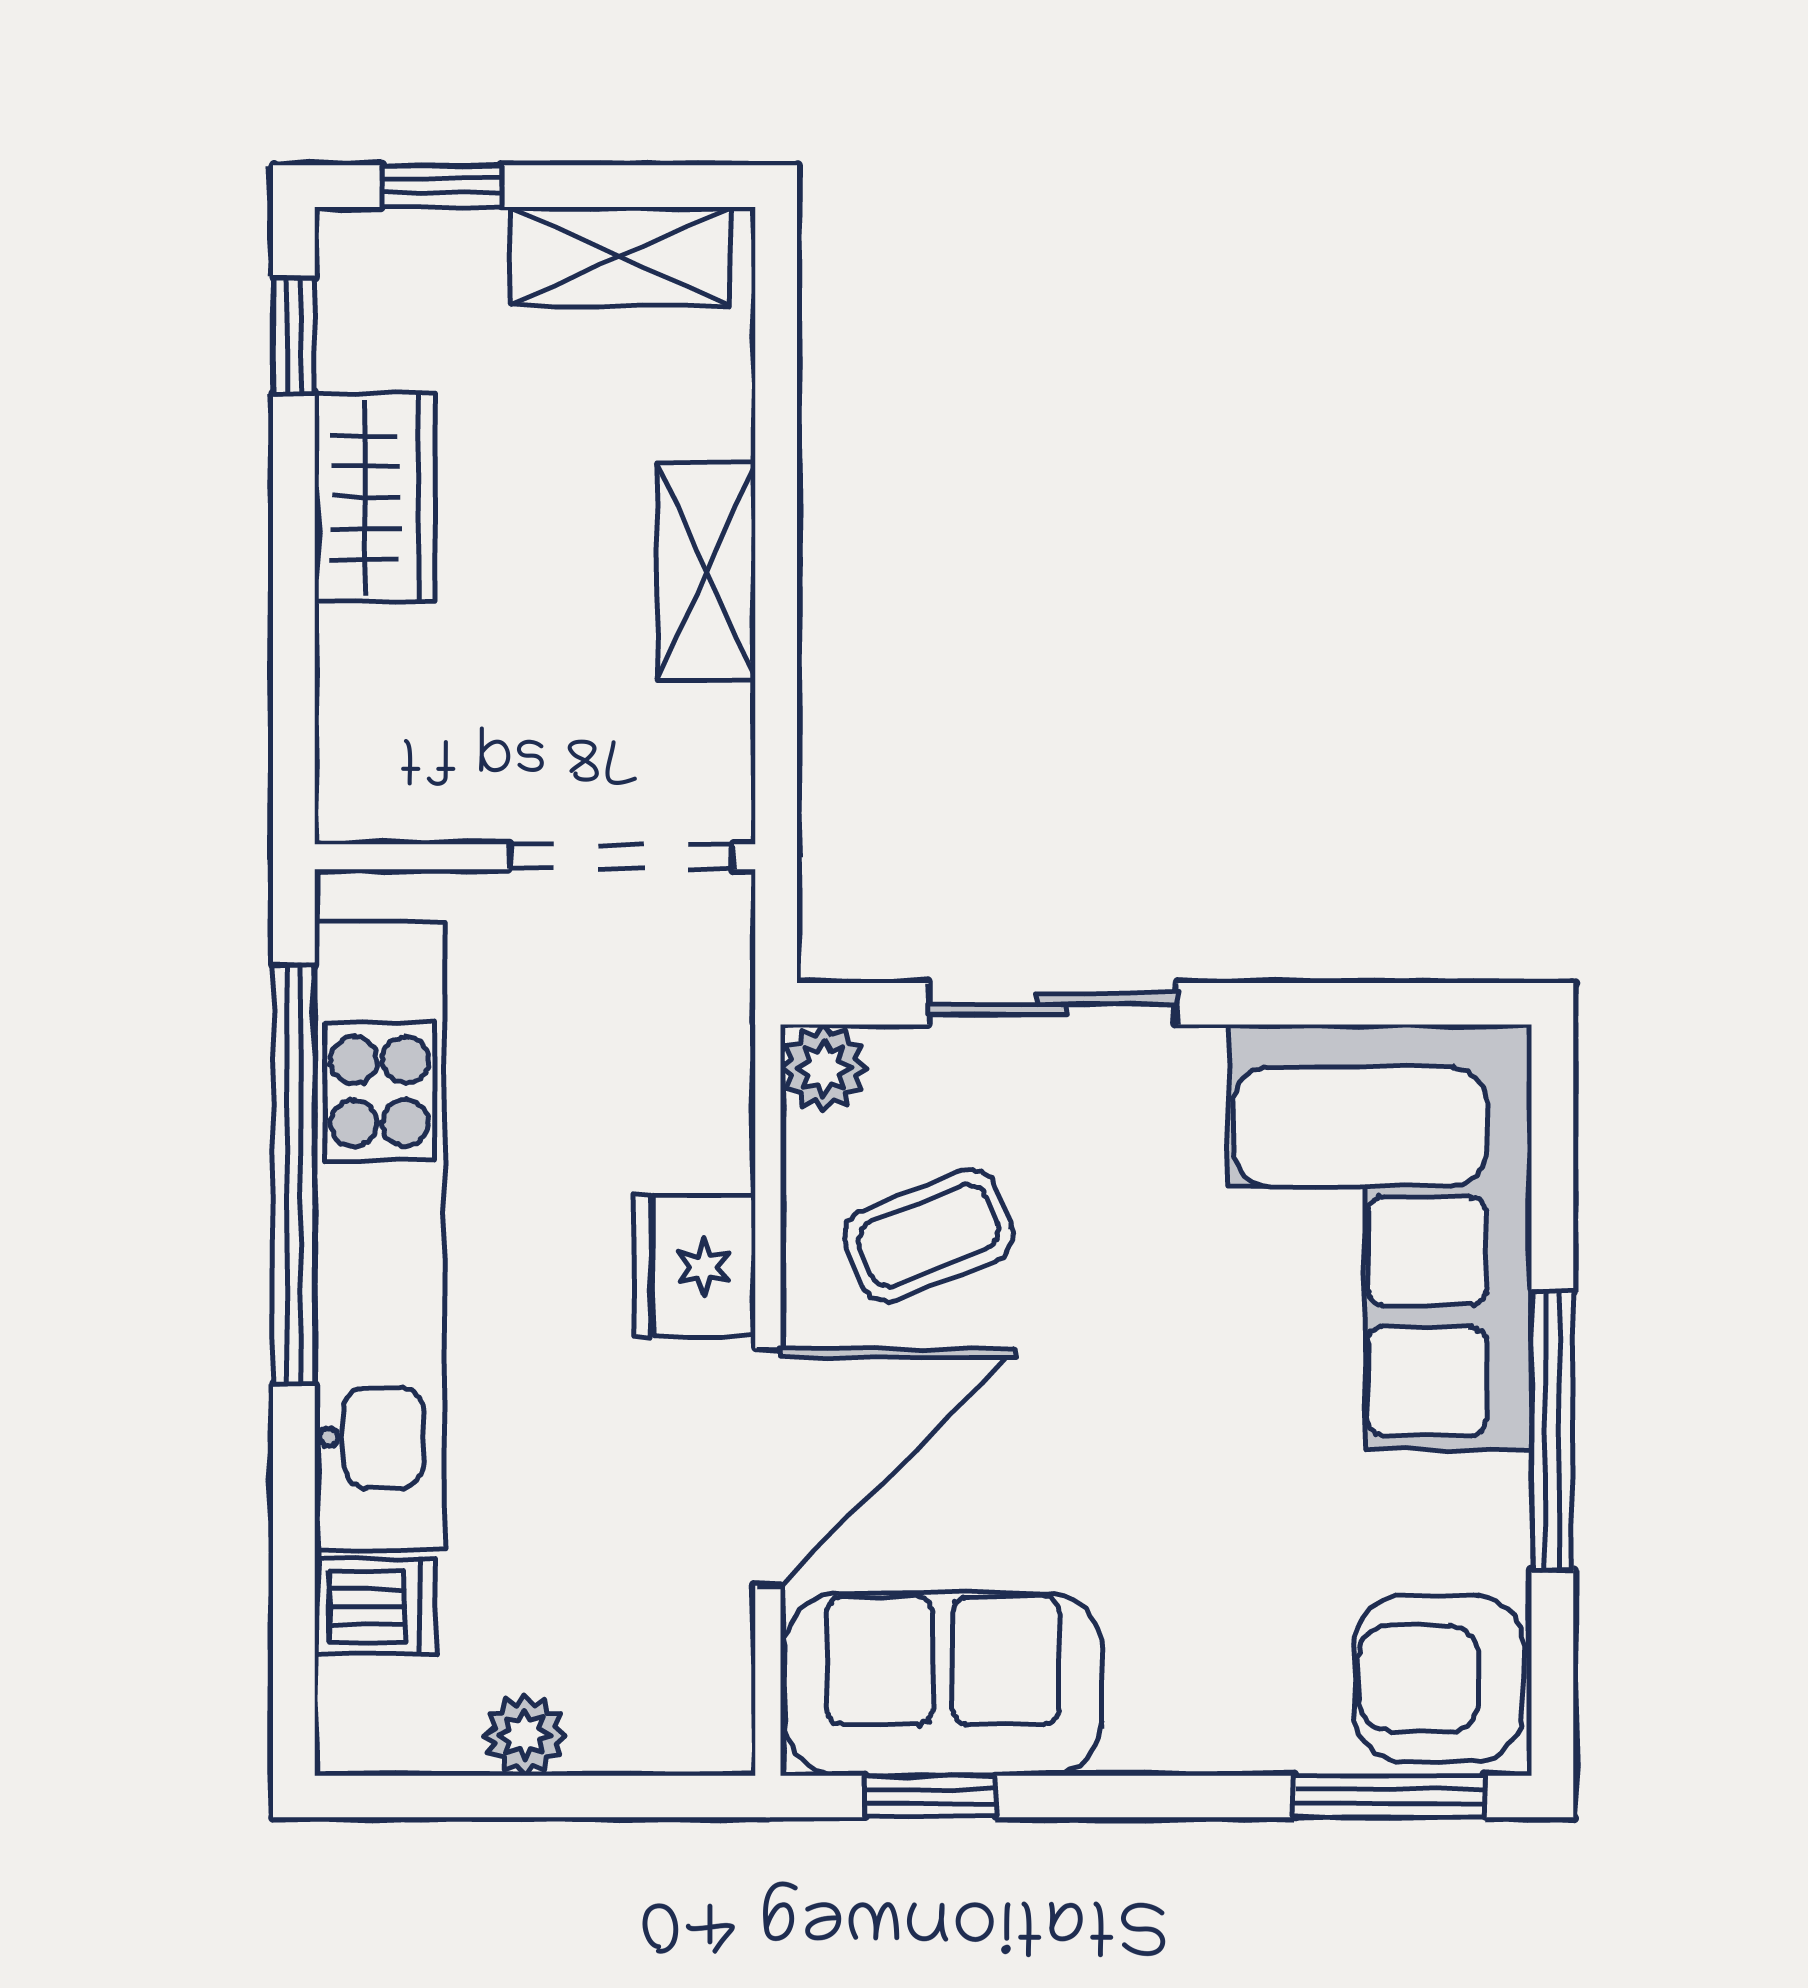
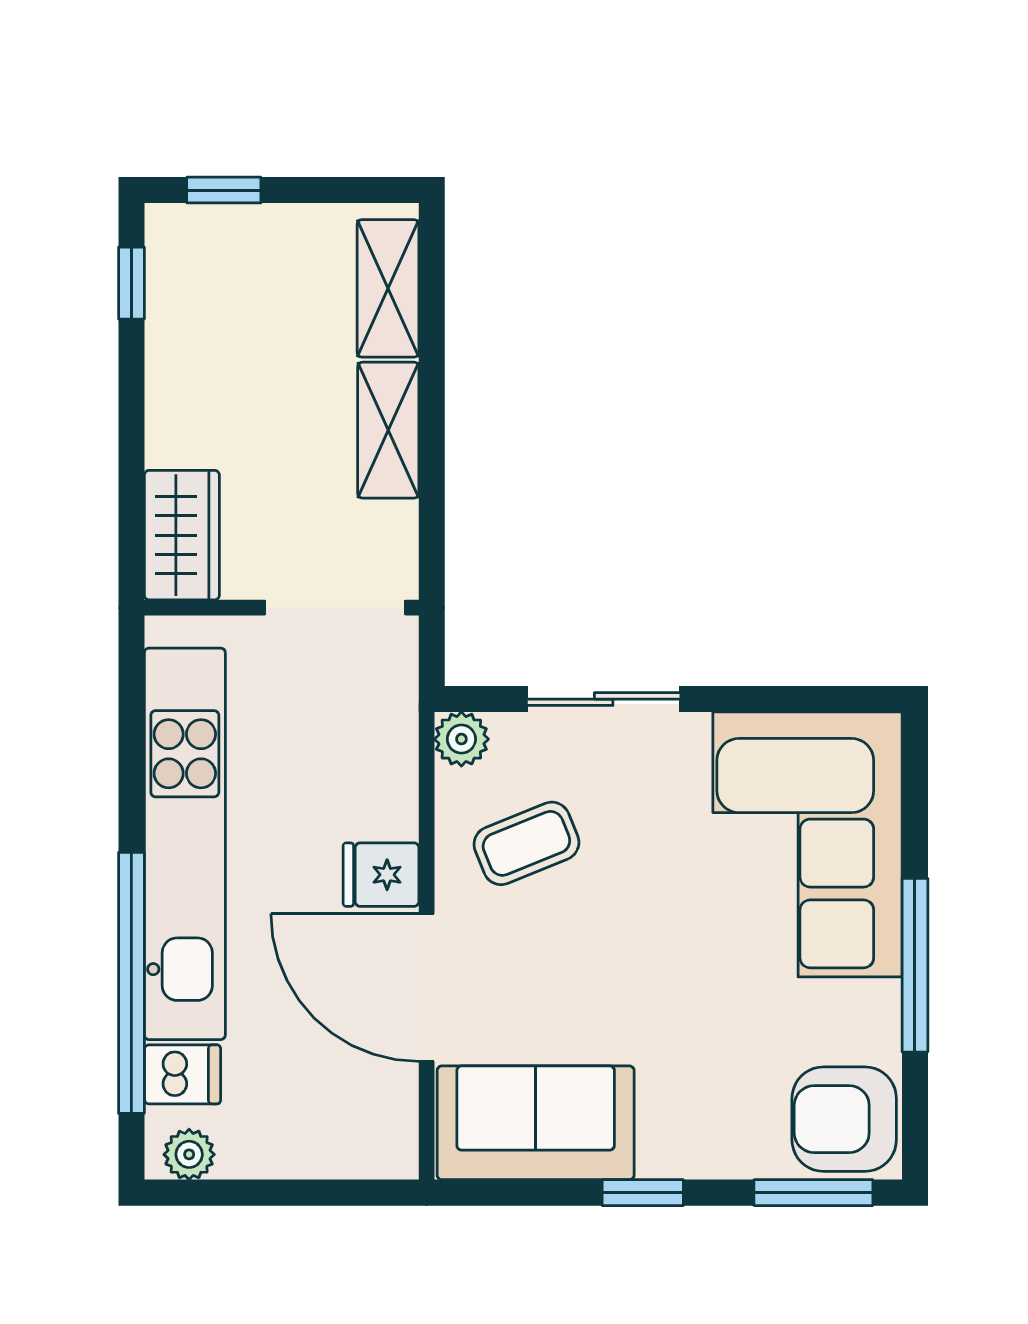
shelving: (621, 256) -> (388, 288), moved, turned 90
wardrobe: (375, 497) -> (182, 535), moved
window: (294, 1175) -> (131, 983), moved
fridge: (695, 1266) -> (381, 875), width x0.72
door: (768, 1467) -> (427, 987), swing flipped
plant: (525, 1735) -> (189, 1154), moved
window: (930, 1797) -> (643, 1193), moved

